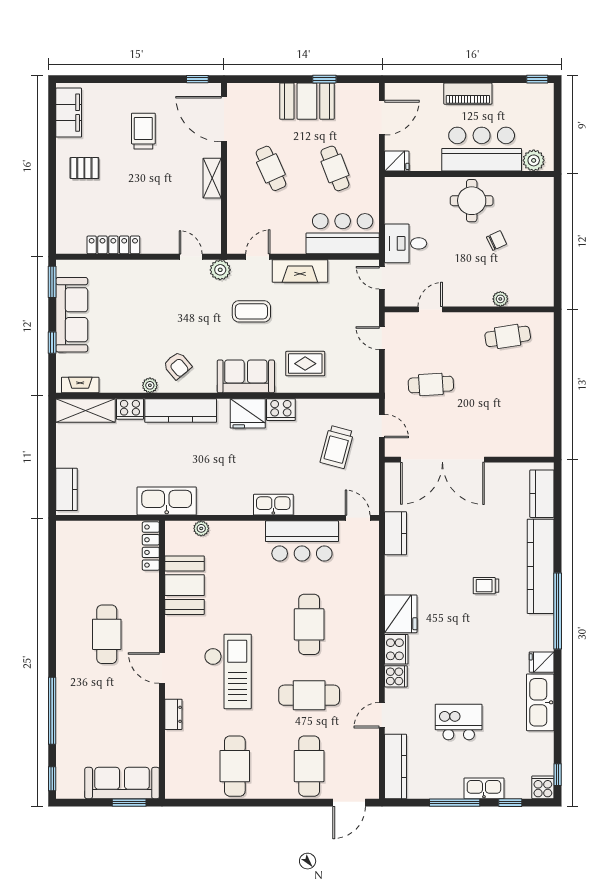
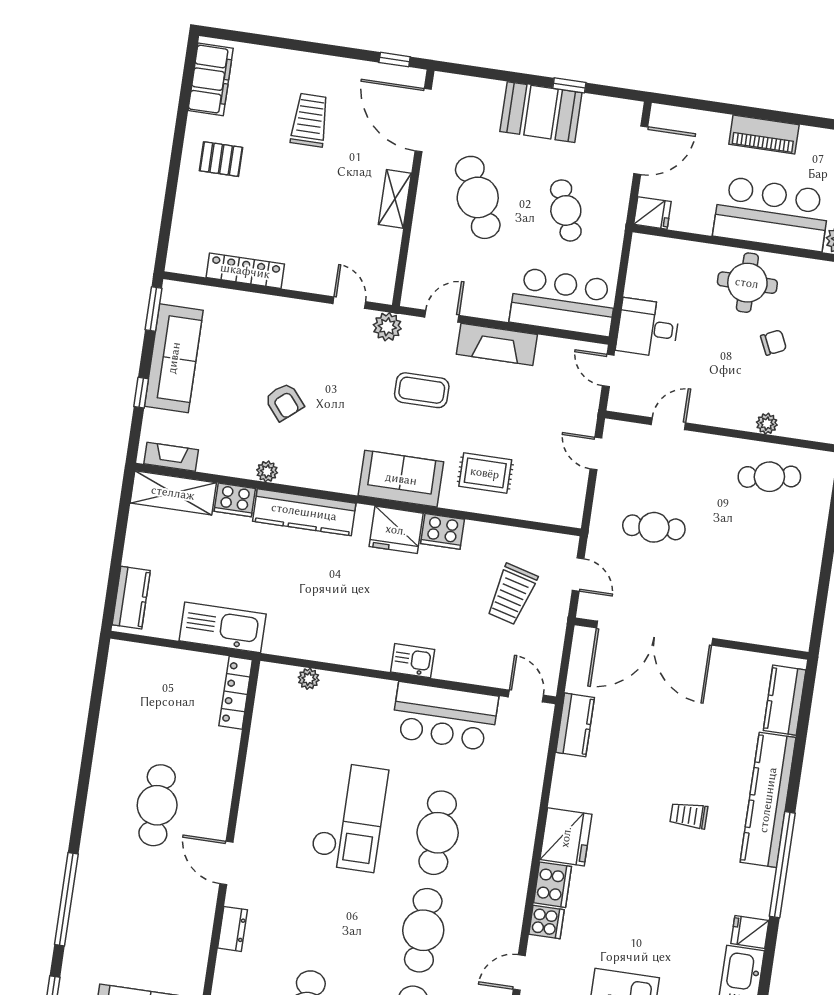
cafe table: (271, 168) -> (478, 197), width x1.37, depth x1.35
armchair: (177, 365) -> (284, 402), moved
kitchen sink: (167, 501) -> (223, 627), moved
kitchen sink: (273, 505) -> (413, 661), width x0.73
booth: (185, 585) -> (274, 753), removed
checkout: (228, 671) -> (349, 817), moved
cafe table: (309, 695) -> (423, 930), turned 90

